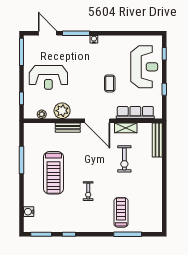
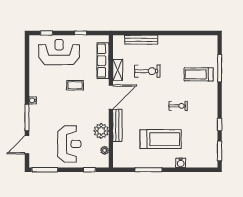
bench: (68, 128) -> (117, 125), width x1.36
bench: (157, 140) -> (141, 40), moved
water cooler: (29, 212) -> (181, 163), moved

